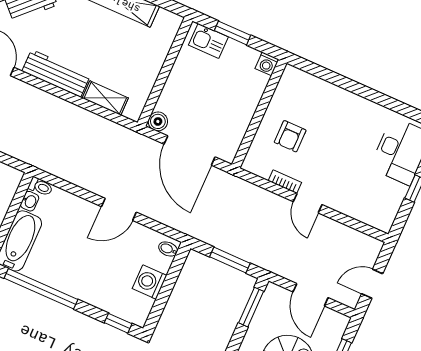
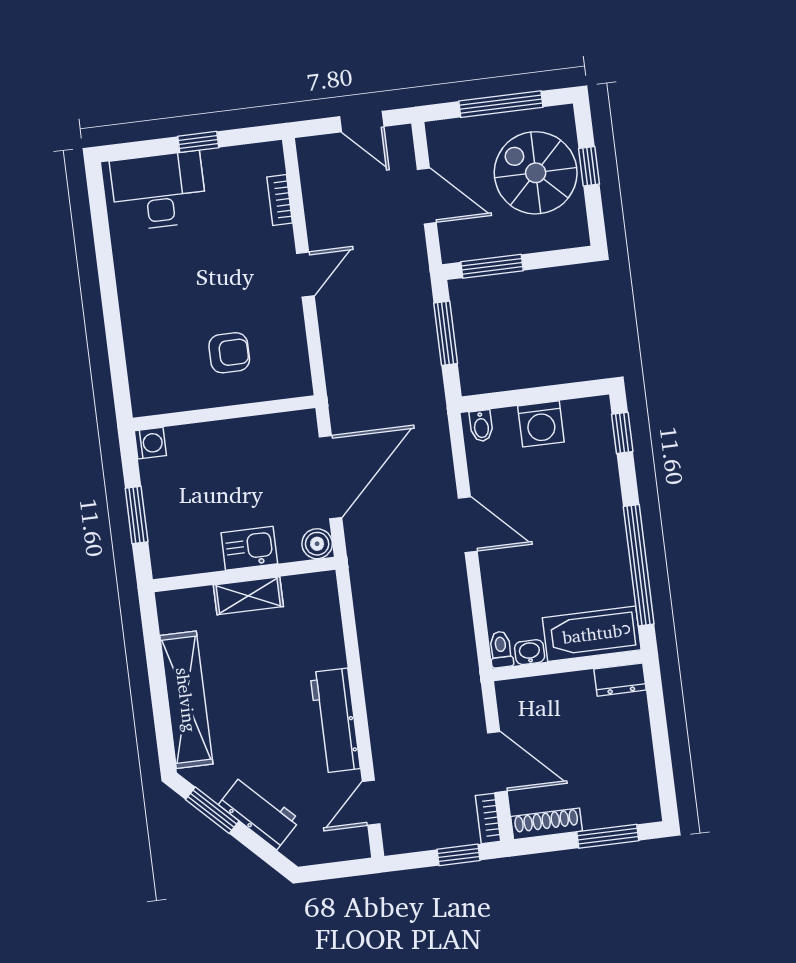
kitchen sink: (208, 41) -> (249, 548), moved, turned -90
shelving: (105, 98) -> (248, 596), moved, turned 90
bookcase: (285, 182) -> (280, 200), moved
door: (311, 295) -> (427, 196), hinge flipped

